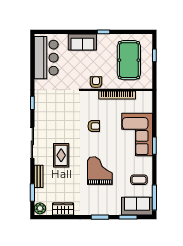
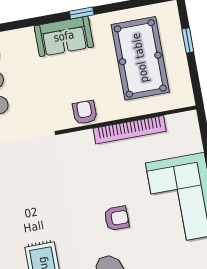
sofa: (82, 42) -> (64, 36), moved
armchair: (94, 126) -> (117, 218), moved

